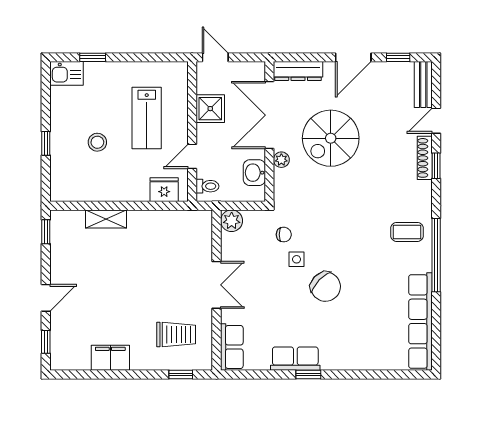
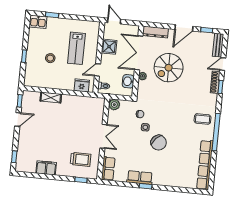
door: (46, 298) -> (18, 119), moved

